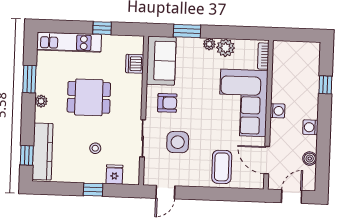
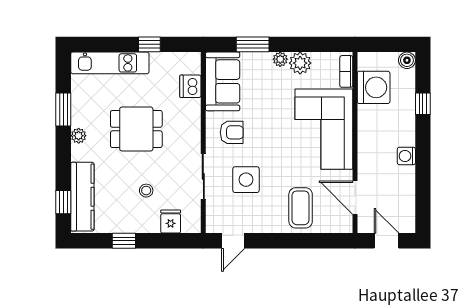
washing machine: (277, 111) -> (374, 87), moved, width x1.89, depth x1.89
boiler: (310, 159) -> (407, 60), moved
window: (93, 190) -> (124, 241), moved
door: (292, 197) -> (387, 241), hinge flipped

